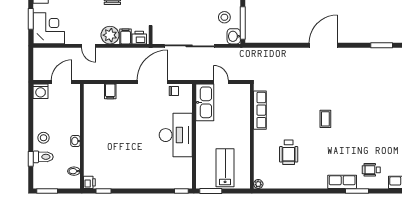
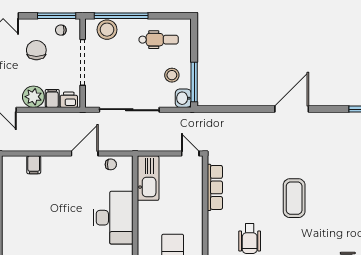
door: (152, 82) -> (85, 153), width x0.73
door: (221, 82) -> (190, 153), moved
coffee table: (325, 119) -> (294, 198), width x1.86, depth x1.72

